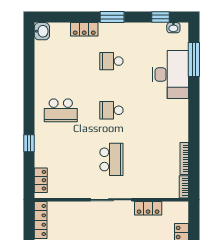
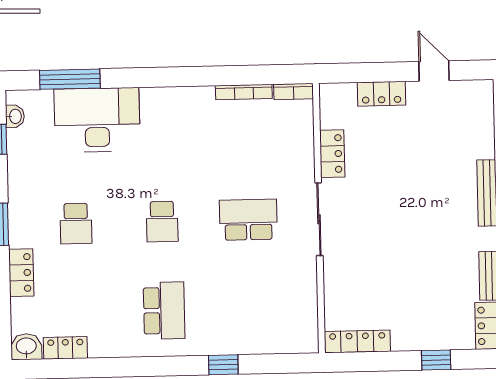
locker: (41, 180) -> (65, 348), moved

